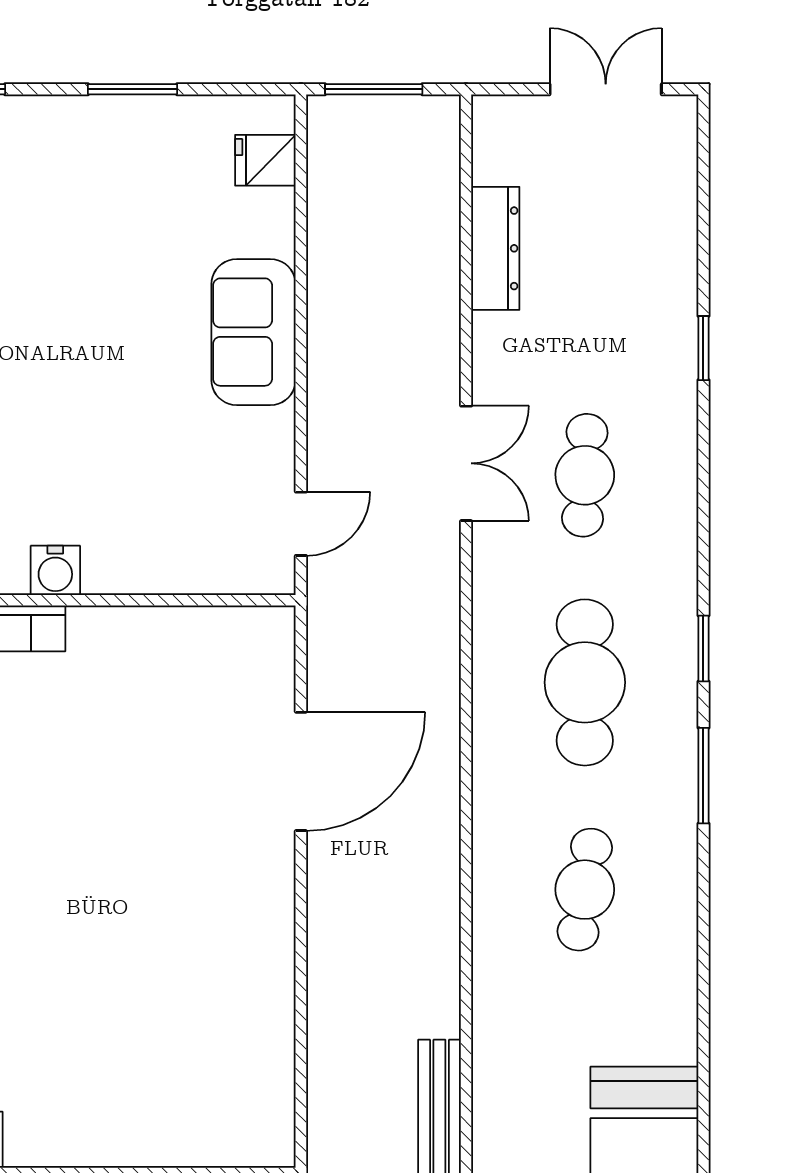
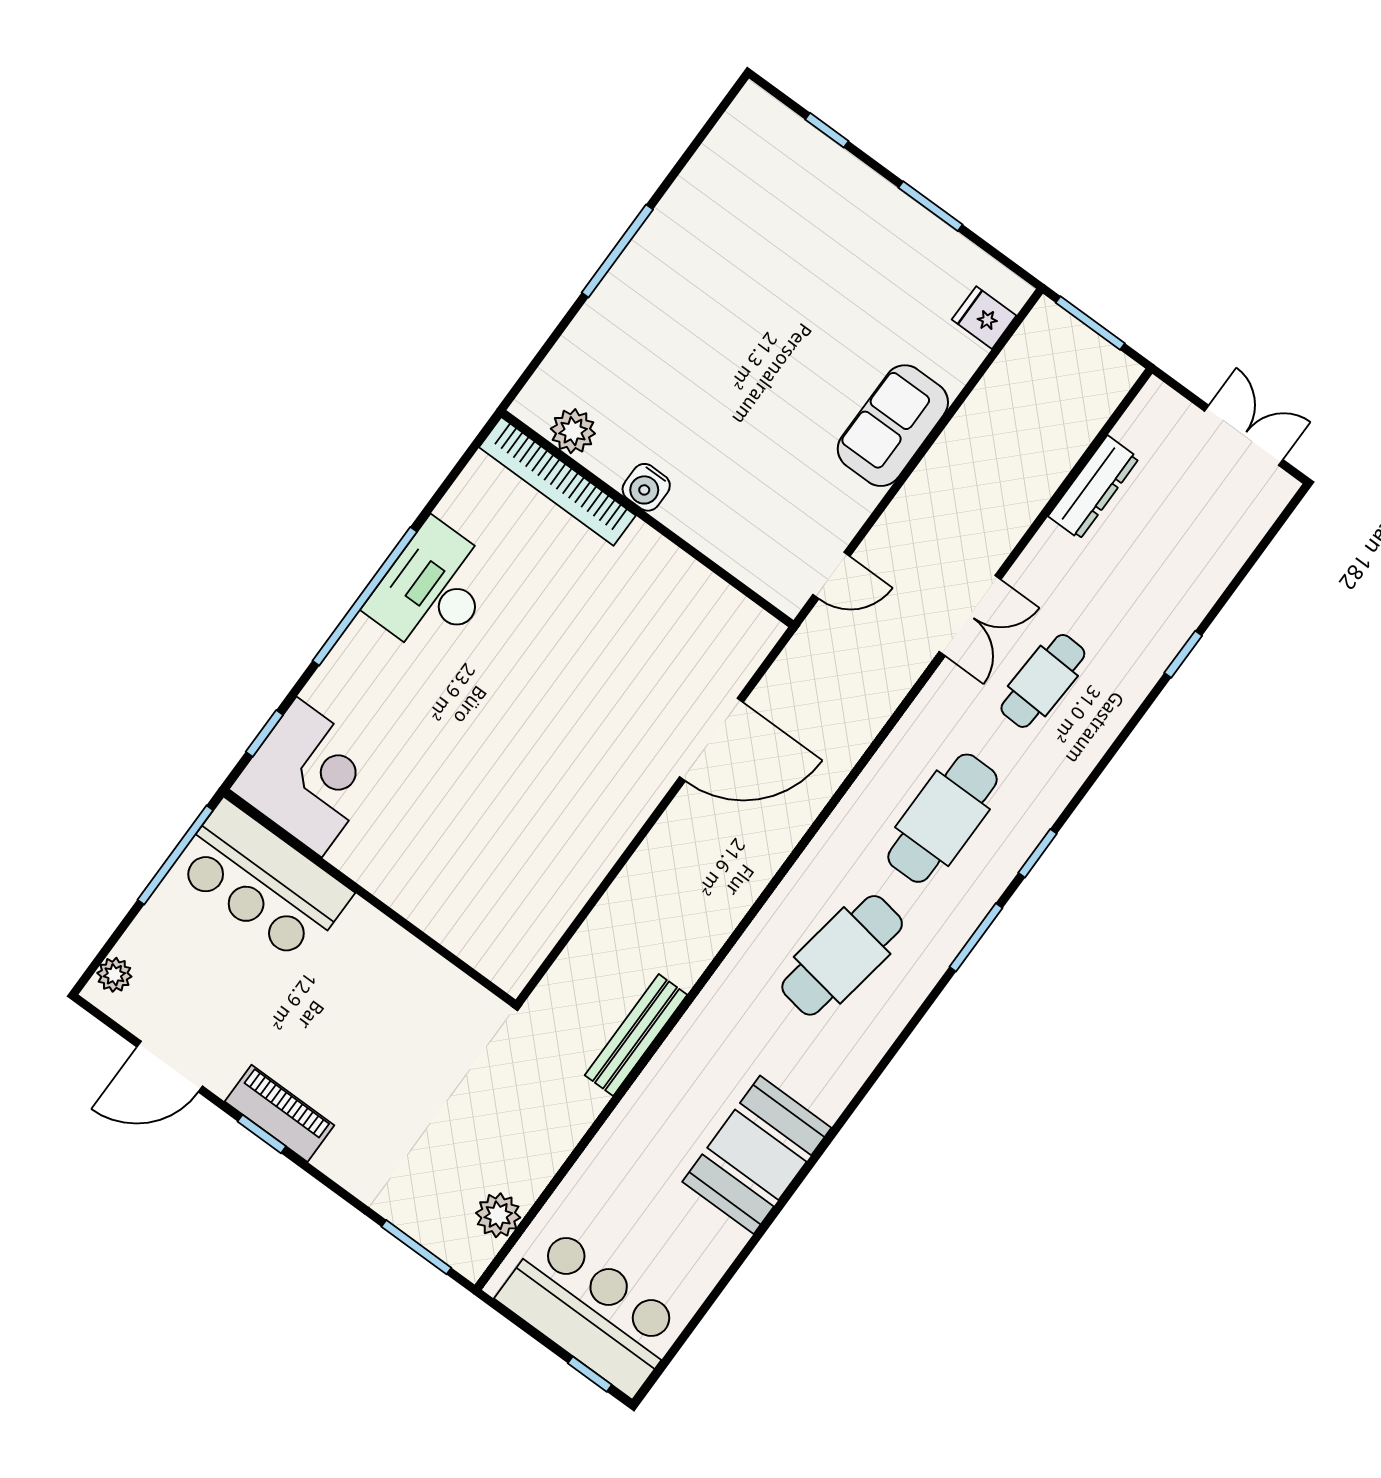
cafe table: (585, 890) -> (842, 955), width x1.37, depth x1.35

